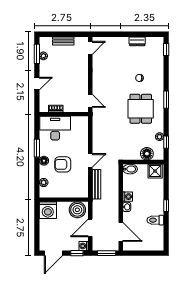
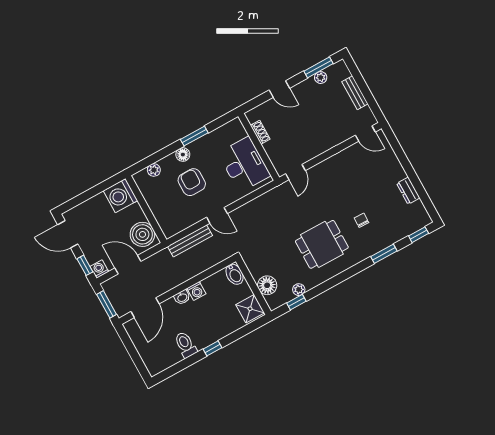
window: (166, 100) -> (384, 254), moved
desk: (55, 128) -> (244, 164), moved

